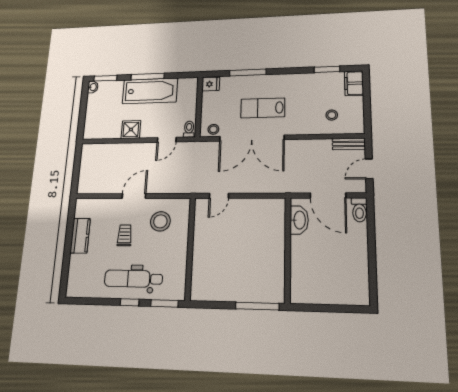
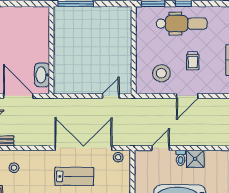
toilet: (189, 129) -> (181, 158), moved

